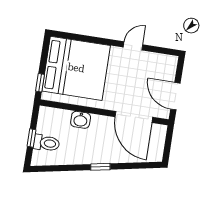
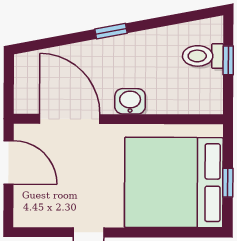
window: (40, 83) -> (228, 183), moved
washbasin: (81, 120) -> (130, 101), moved

